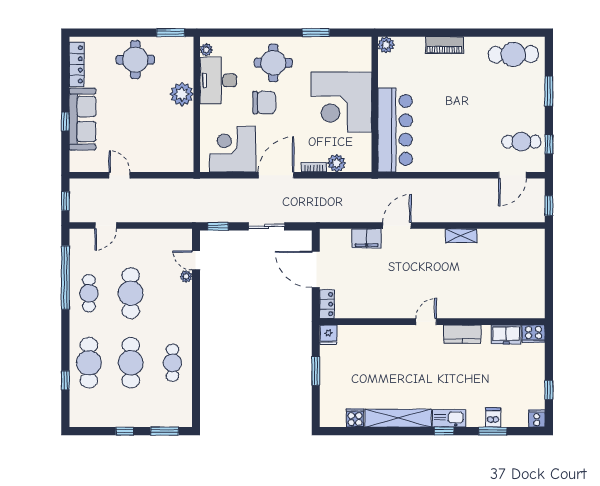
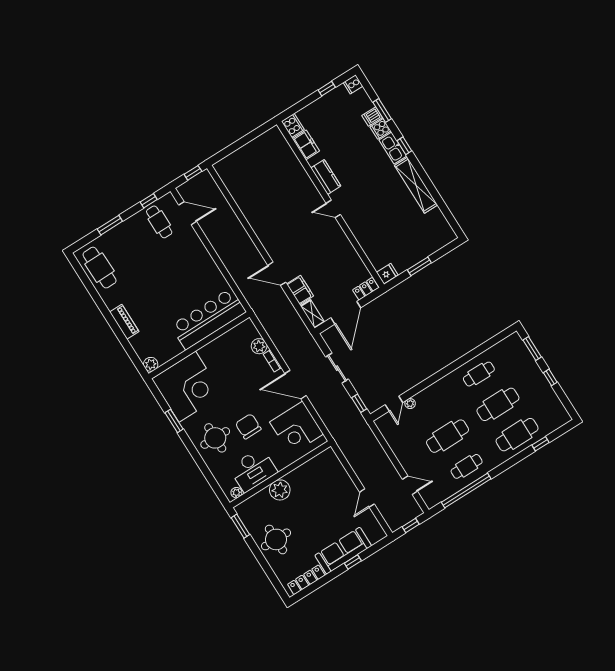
corner desk: (341, 102) -> (187, 387), moved
shelving: (461, 236) -> (312, 314), moved
cooker: (355, 418) -> (381, 129), moved

